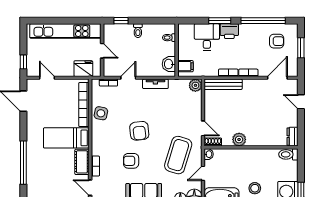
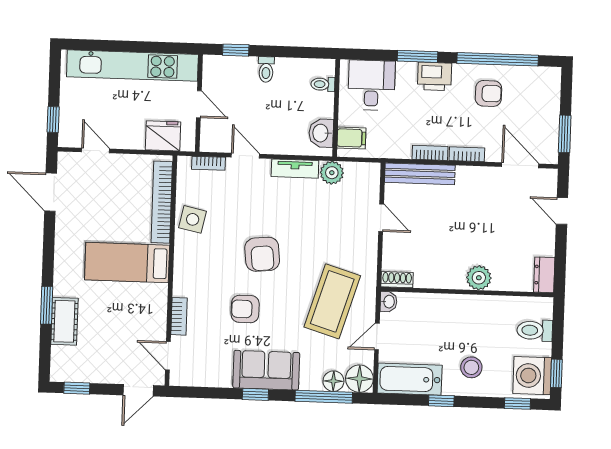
desk: (207, 37) -> (372, 85), moved
armchair: (277, 41) -> (488, 93), moved
window: (301, 48) -> (565, 134), moved
door: (128, 78) -> (245, 156), hinge flipped
door: (277, 78) -> (520, 165), hinge flipped
plant: (195, 85) -> (332, 173), moved
door: (203, 128) -> (381, 218), moved
plant: (239, 139) -> (479, 278), moved
toilet: (288, 154) -> (535, 330), moved
cot: (82, 162) -> (64, 321), moved
window: (23, 163) -> (47, 305), width x0.47

